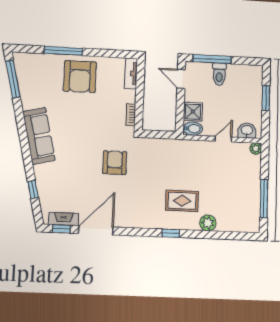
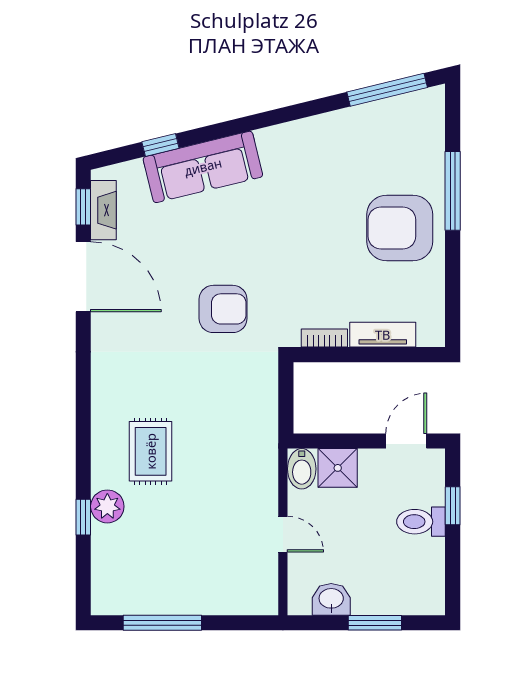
window: (212, 59) -> (453, 506), width x0.46
tv unit: (131, 73) -> (383, 335), moved
washbasin: (247, 131) -> (331, 599), moved, turned -90
sofa: (39, 136) -> (203, 167), moved
plant: (256, 149) -> (266, 603), removed
window: (171, 233) -> (83, 517), moved

